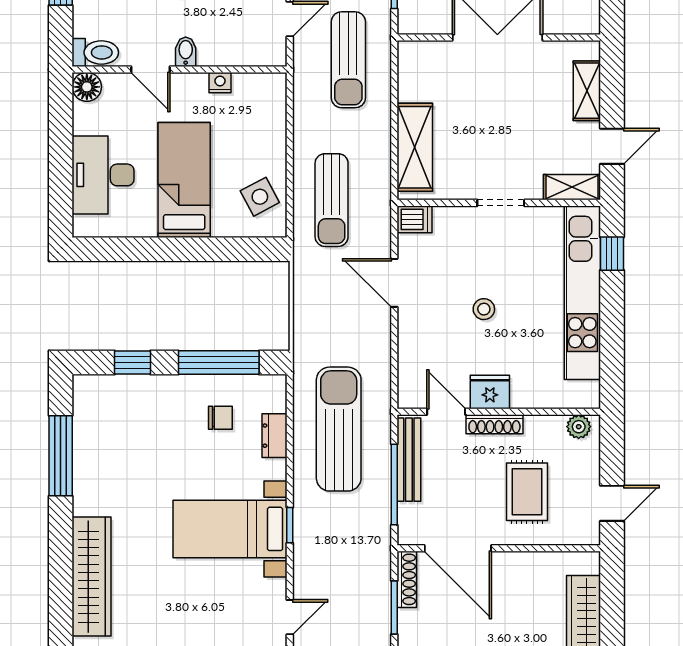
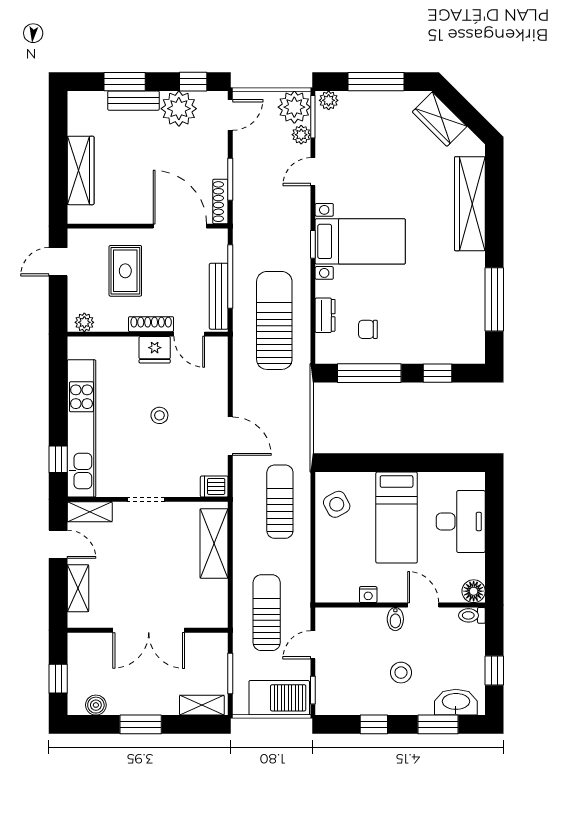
toilet: (95, 52) -> (472, 615), width x0.73, depth x0.72
door: (612, 146) -> (58, 544), swing flipped
sun lounger: (339, 429) -> (274, 320), turned 180

